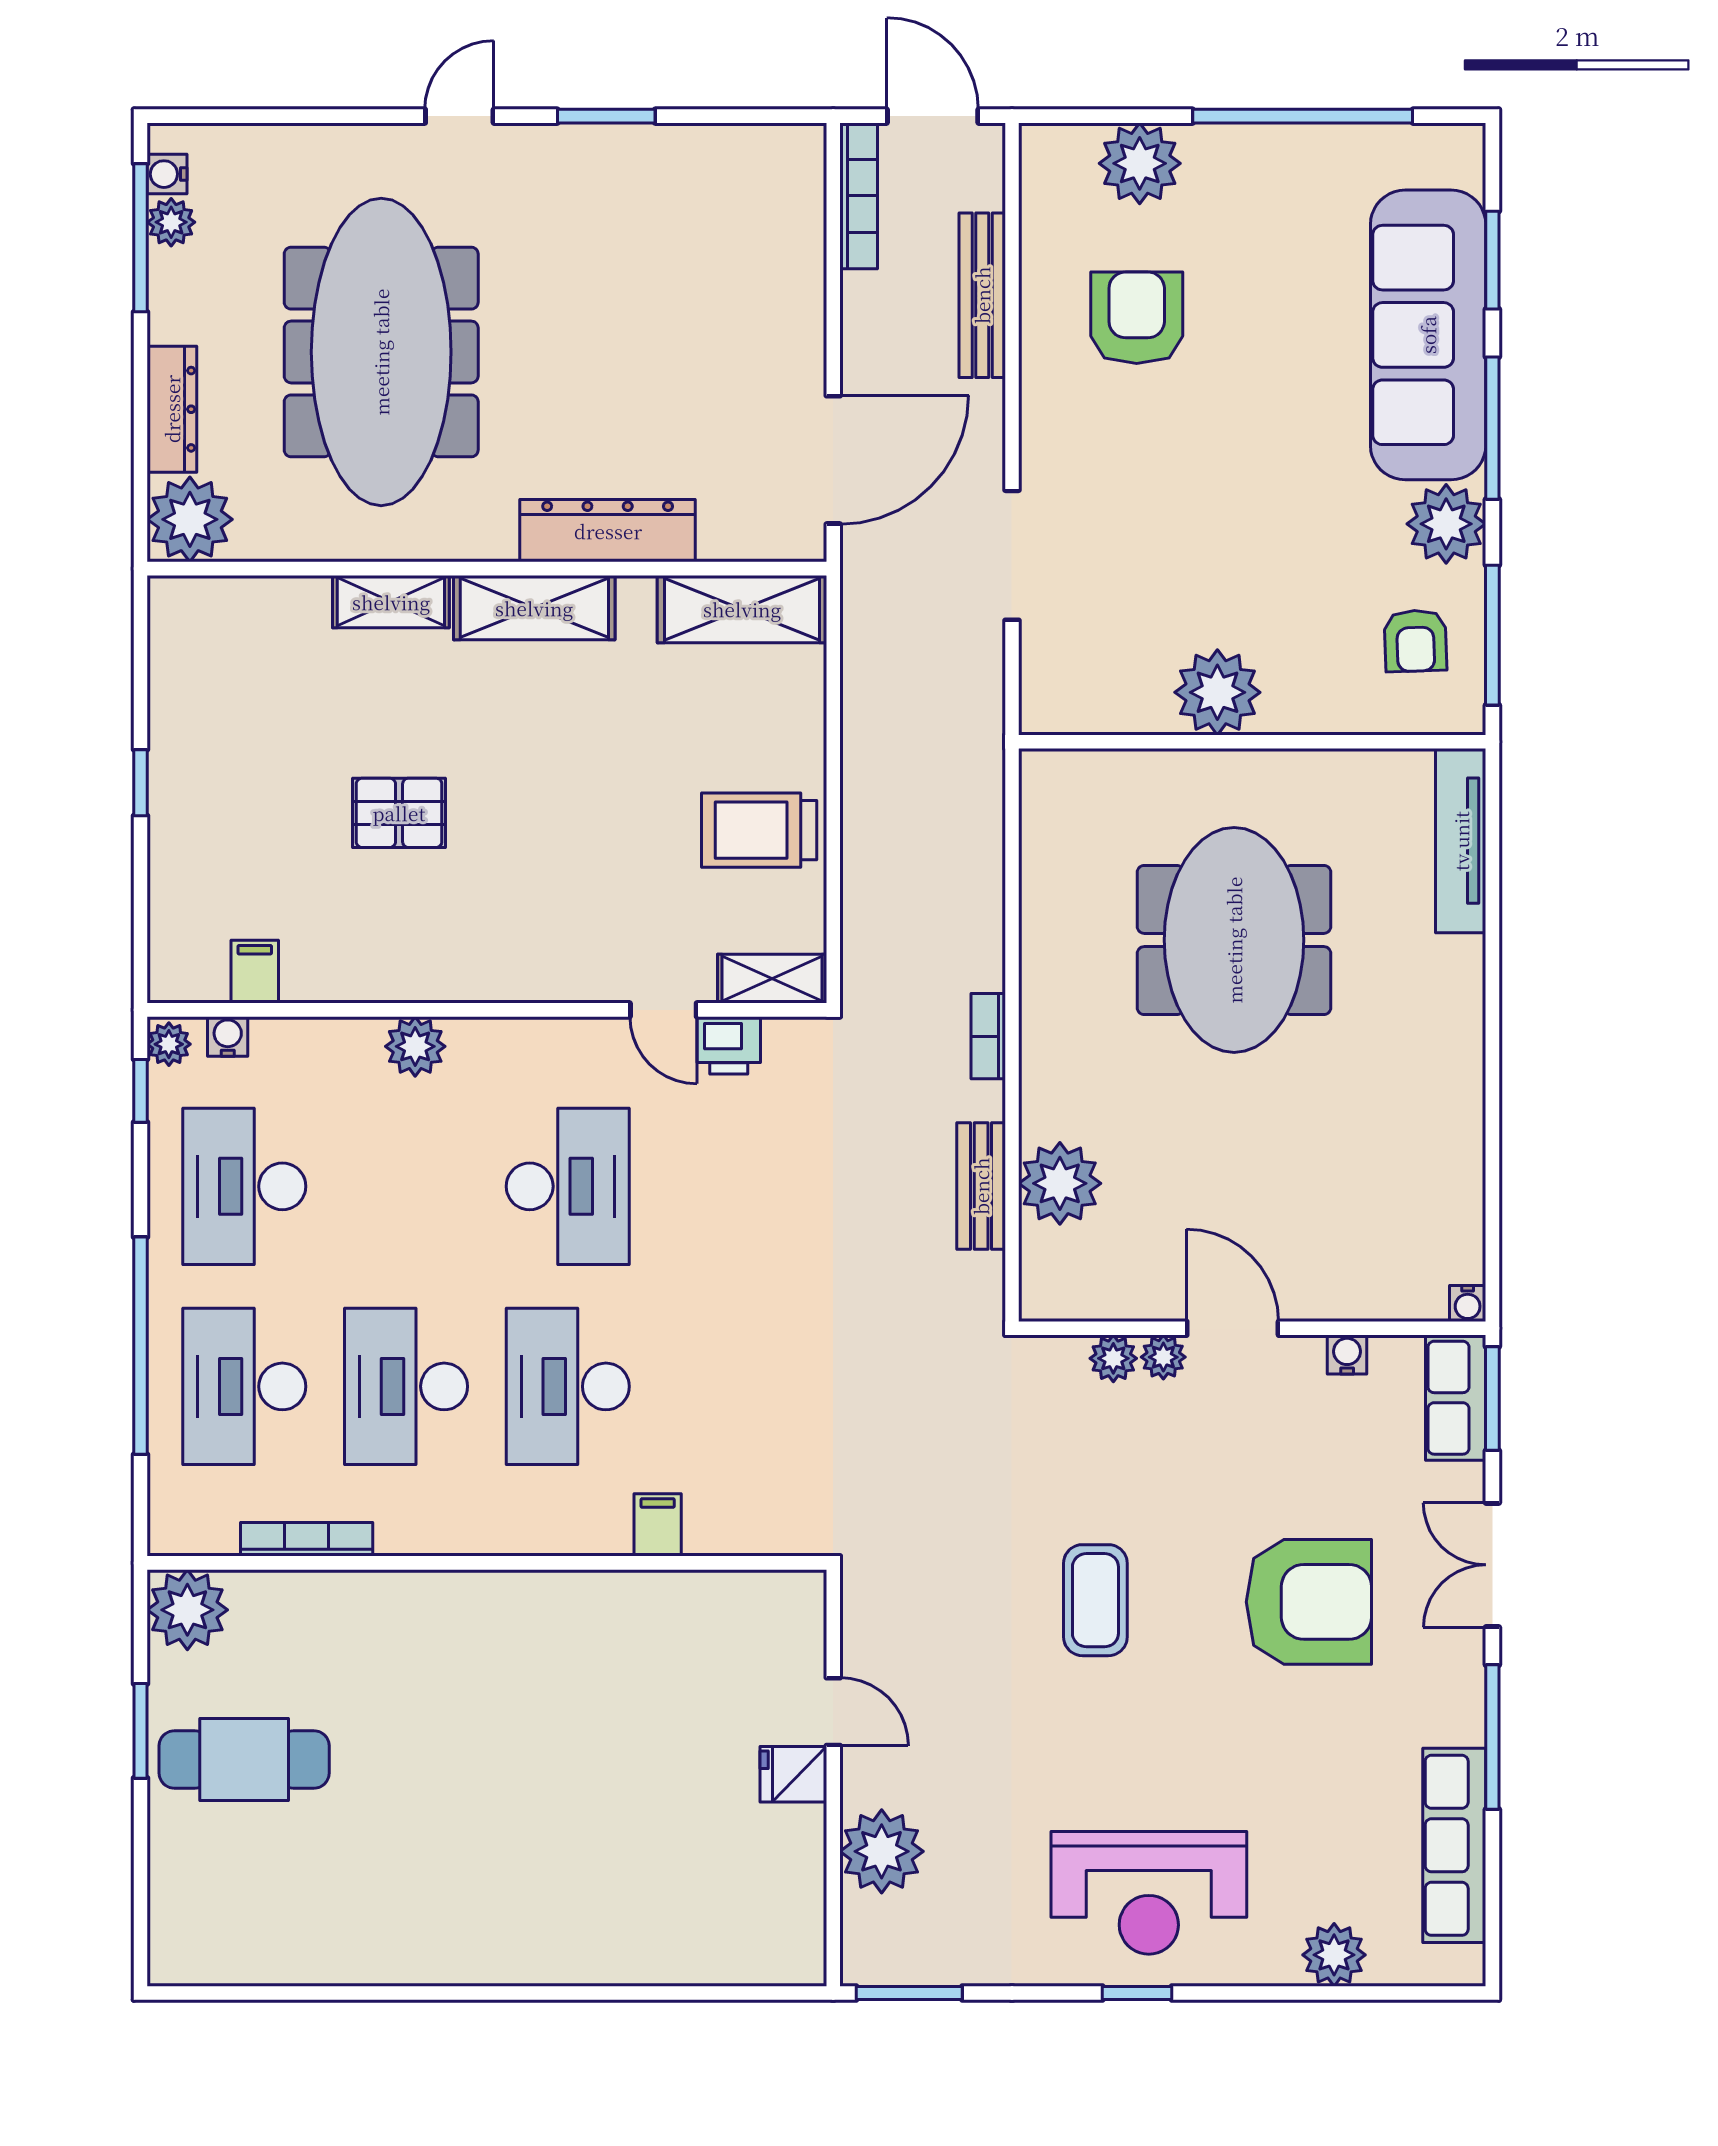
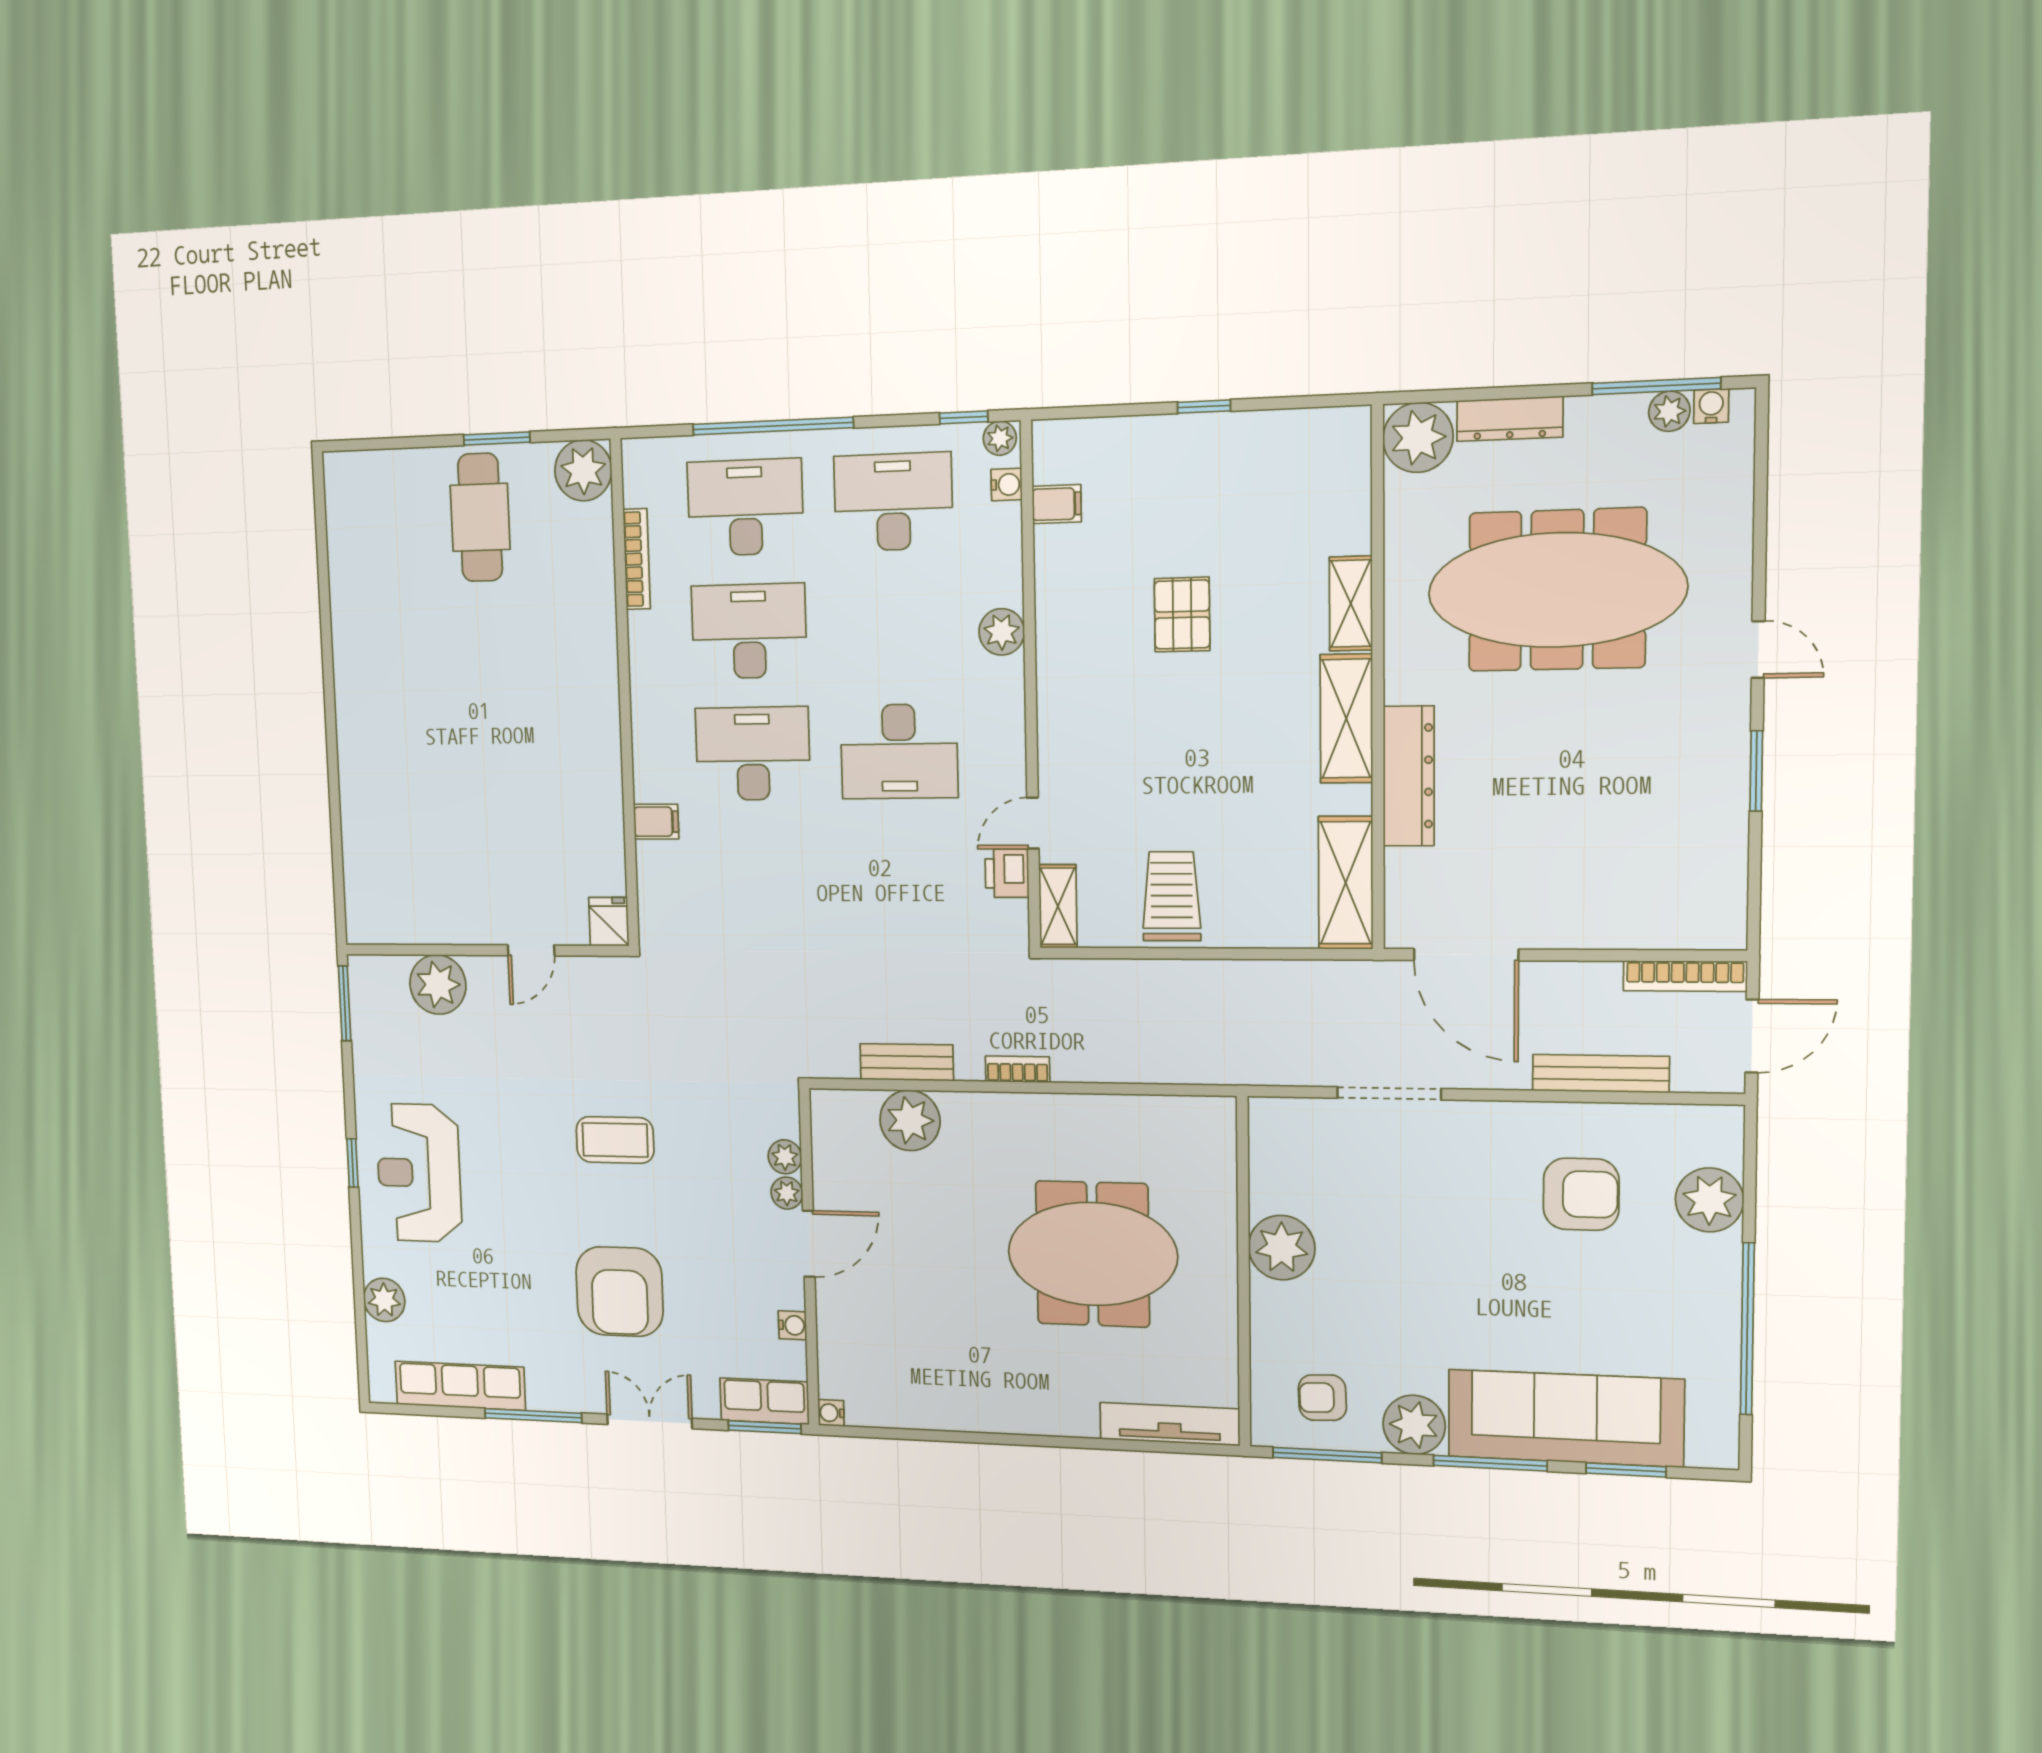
fridge: (793, 1774) -> (609, 922), moved

